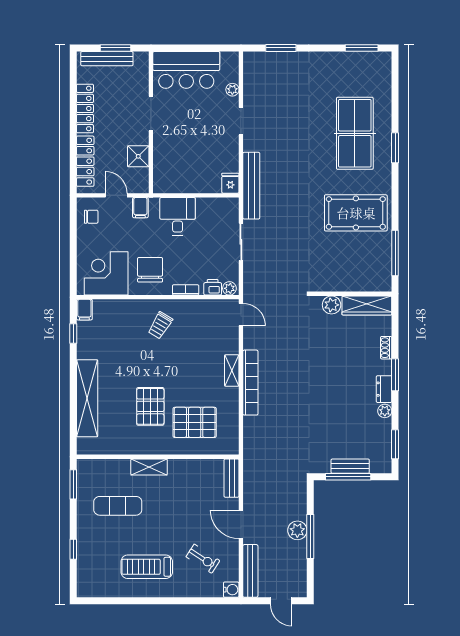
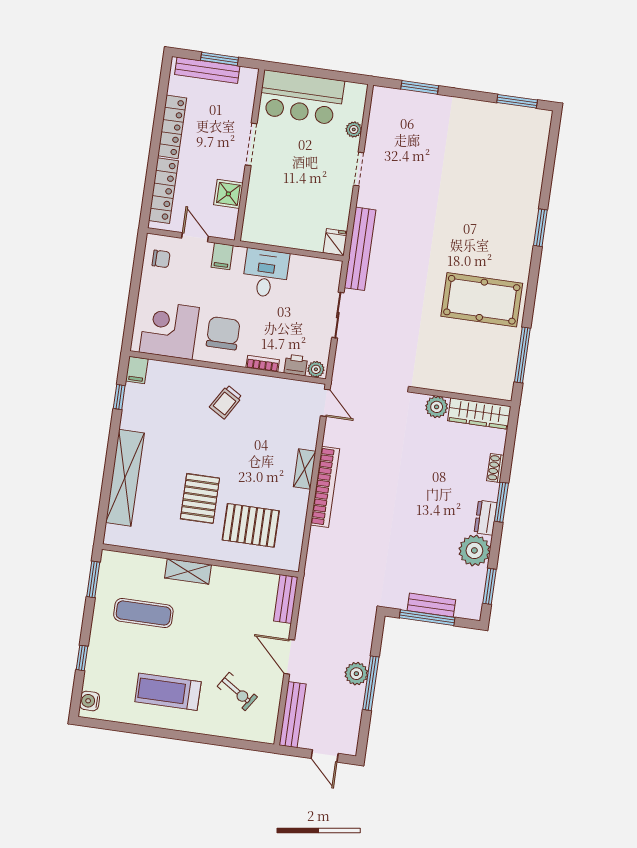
table tennis table: (355, 133) -> (494, 203), removed
plant: (385, 411) -> (474, 550), width x1.87, depth x1.87
water cooler: (231, 590) -> (90, 701), moved, turned 180

